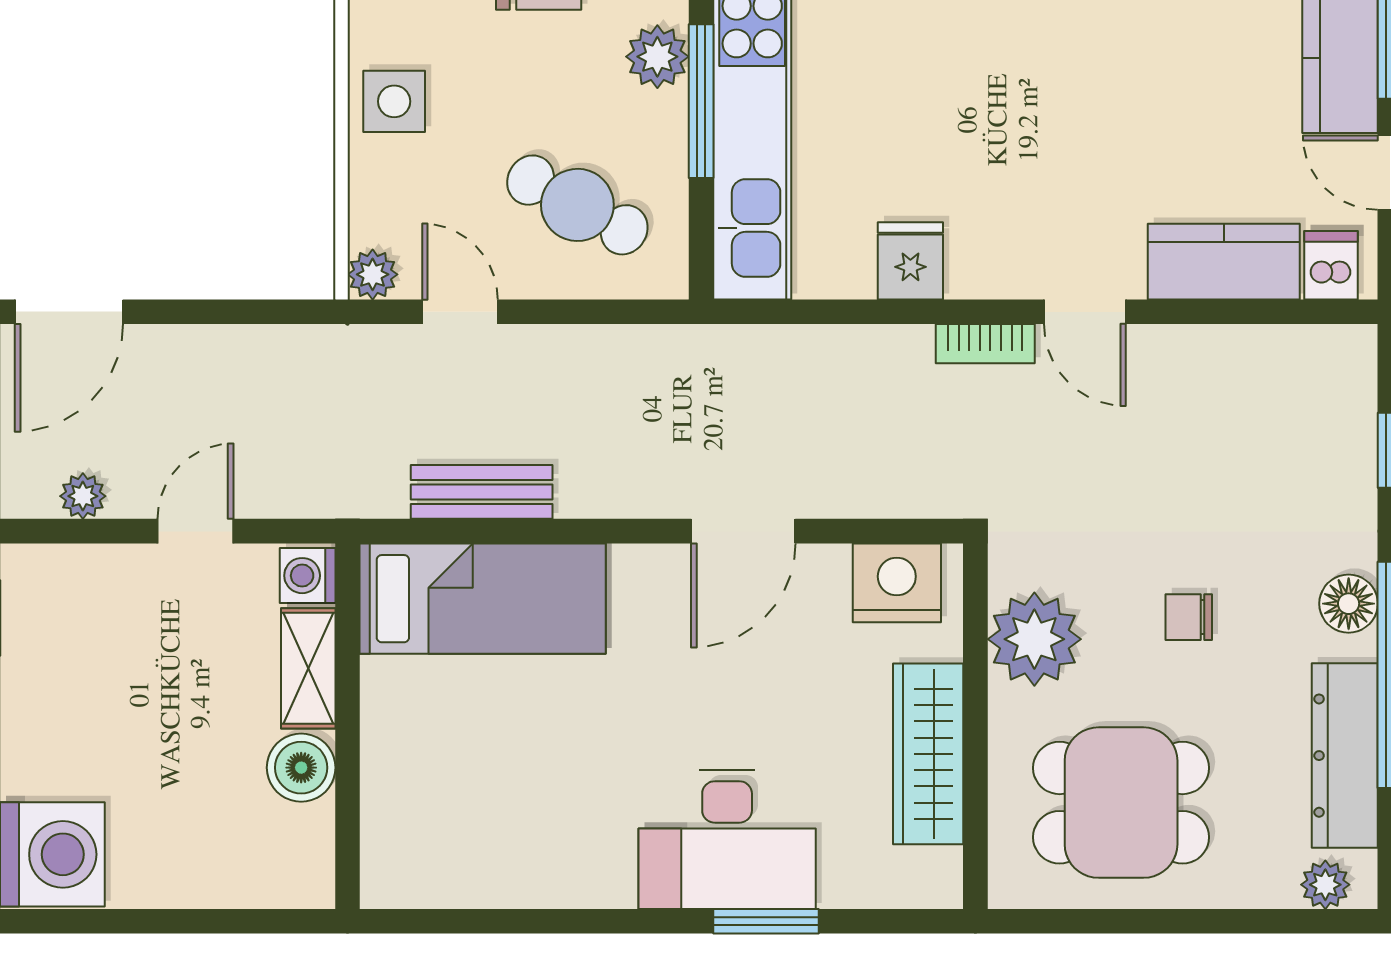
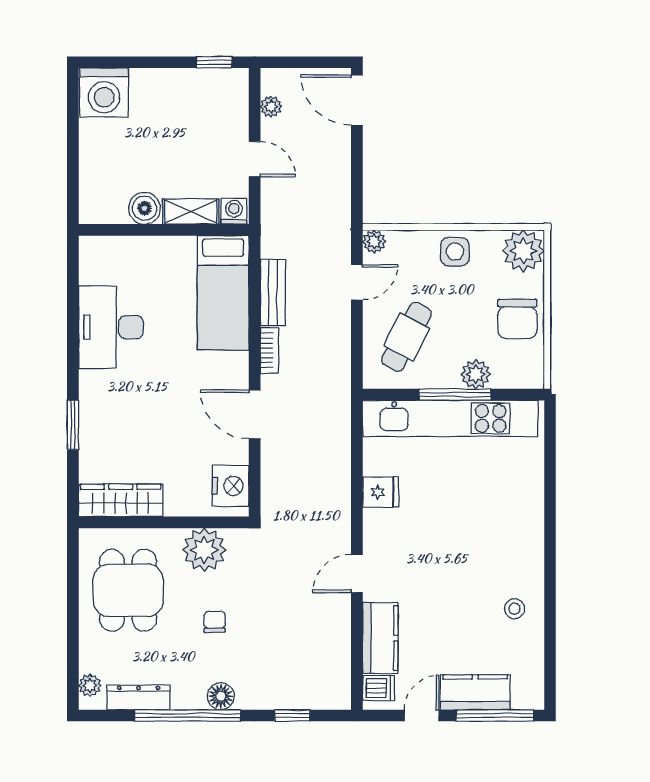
bookcase: (985, 344) -> (269, 351), moved, turned 180
wardrobe: (928, 754) -> (121, 500), moved
dresser: (1345, 756) -> (139, 698), width x0.73, depth x0.80
desk: (727, 840) -> (111, 327), moved

